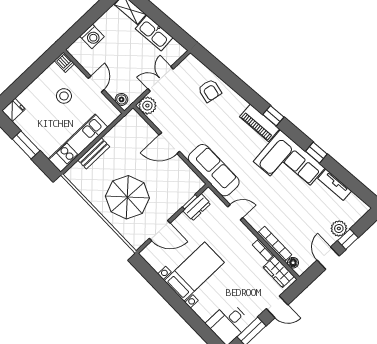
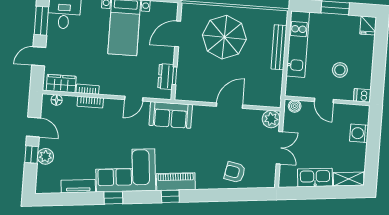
bench: (94, 153) -> (279, 47), width x1.36
sofa: (214, 170) -> (171, 115), width x0.73
bookcase: (275, 244) -> (90, 102), width x0.64

